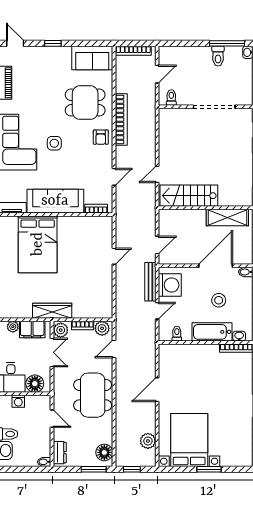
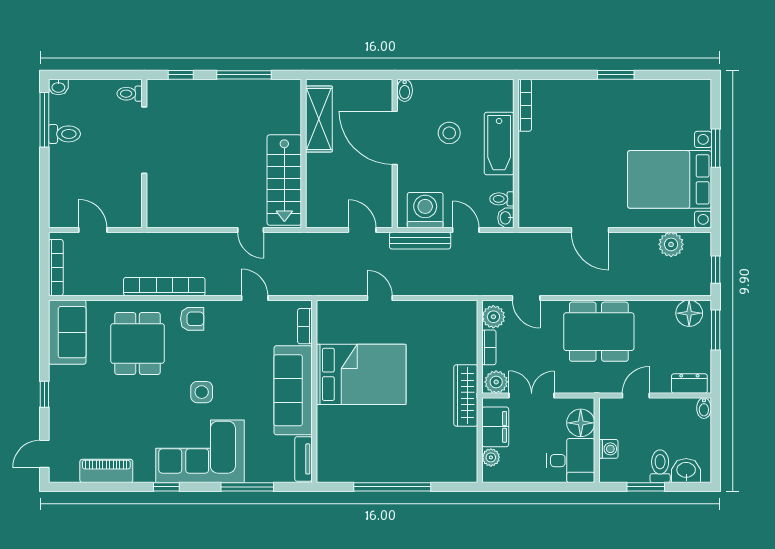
toilet: (171, 98) -> (130, 94), moved
bed: (38, 244) -> (361, 374), moved
washbasin: (239, 336) -> (506, 218), moved

